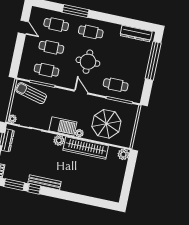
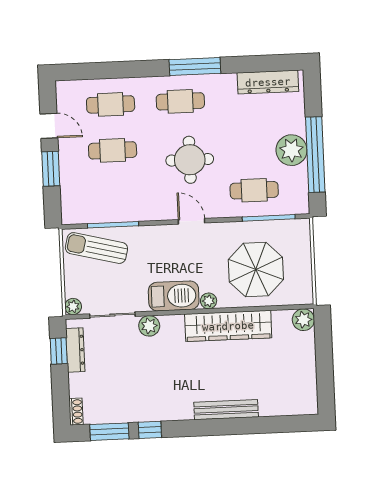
window: (76, 11) -> (195, 66), moved
window: (19, 49) -> (51, 169), added
window: (153, 61) -> (315, 155), moved
cafe table: (47, 70) -> (115, 196), removed
plant: (139, 70) -> (292, 150), added
plant: (59, 140) -> (149, 326), moved
bench: (45, 182) -> (226, 410), moved

